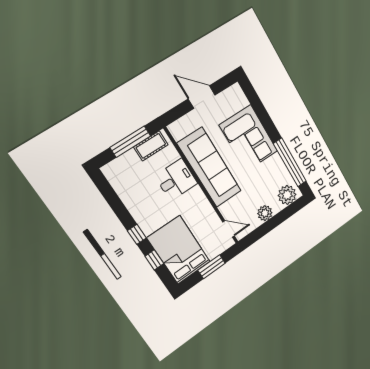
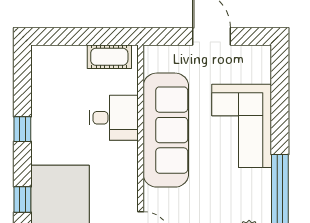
window: (130, 142) -> (88, 36), removed
window: (137, 234) -> (22, 129), moved

